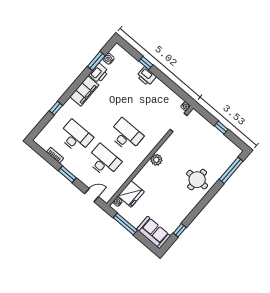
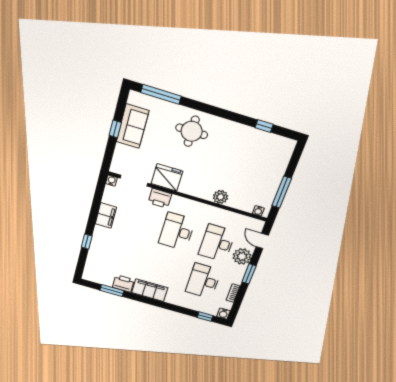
water cooler: (109, 59) -> (223, 314), moved
printer: (146, 76) -> (160, 198), moved, turned 90
filing cabinet: (161, 88) -> (106, 215), added
window: (56, 108) -> (205, 317), moved
plant: (156, 160) -> (220, 197), moved
plant: (85, 175) -> (242, 256), added
fridge: (131, 194) -> (167, 177), moved
sofa: (154, 232) -> (133, 126), moved, turned 180

